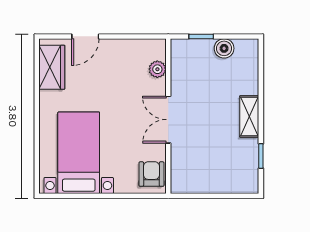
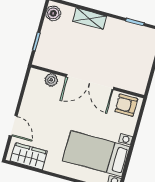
boiler: (224, 48) -> (53, 13), moved
shelving: (249, 116) -> (90, 19), moved
double door: (168, 120) -> (90, 82), width x1.37

